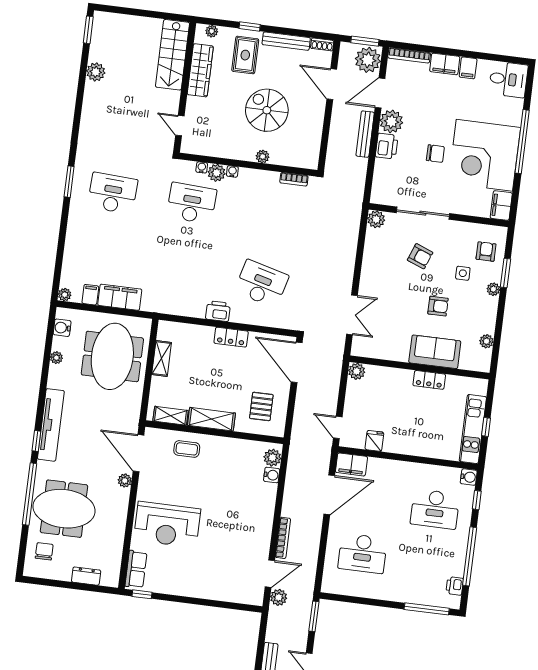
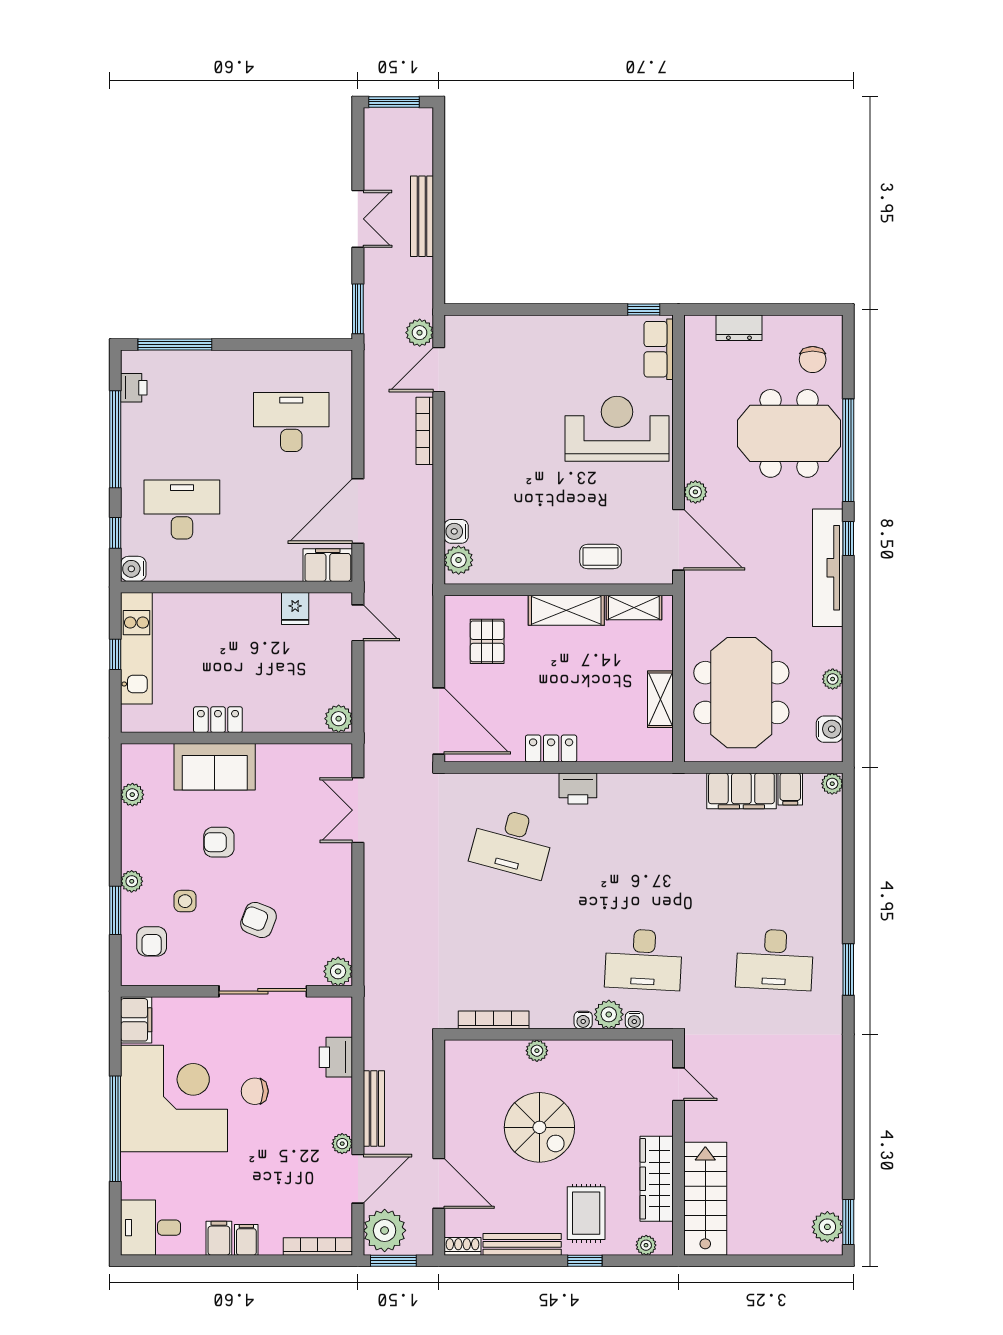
filing cabinet: (445, 64) -> (246, 1240), width x0.50
plant: (96, 72) -> (827, 1227), moved
plant: (391, 121) -> (342, 1144), width x0.53, depth x0.53
printer: (387, 146) -> (336, 1057), moved
bookcase: (294, 179) -> (494, 1020), width x1.56

